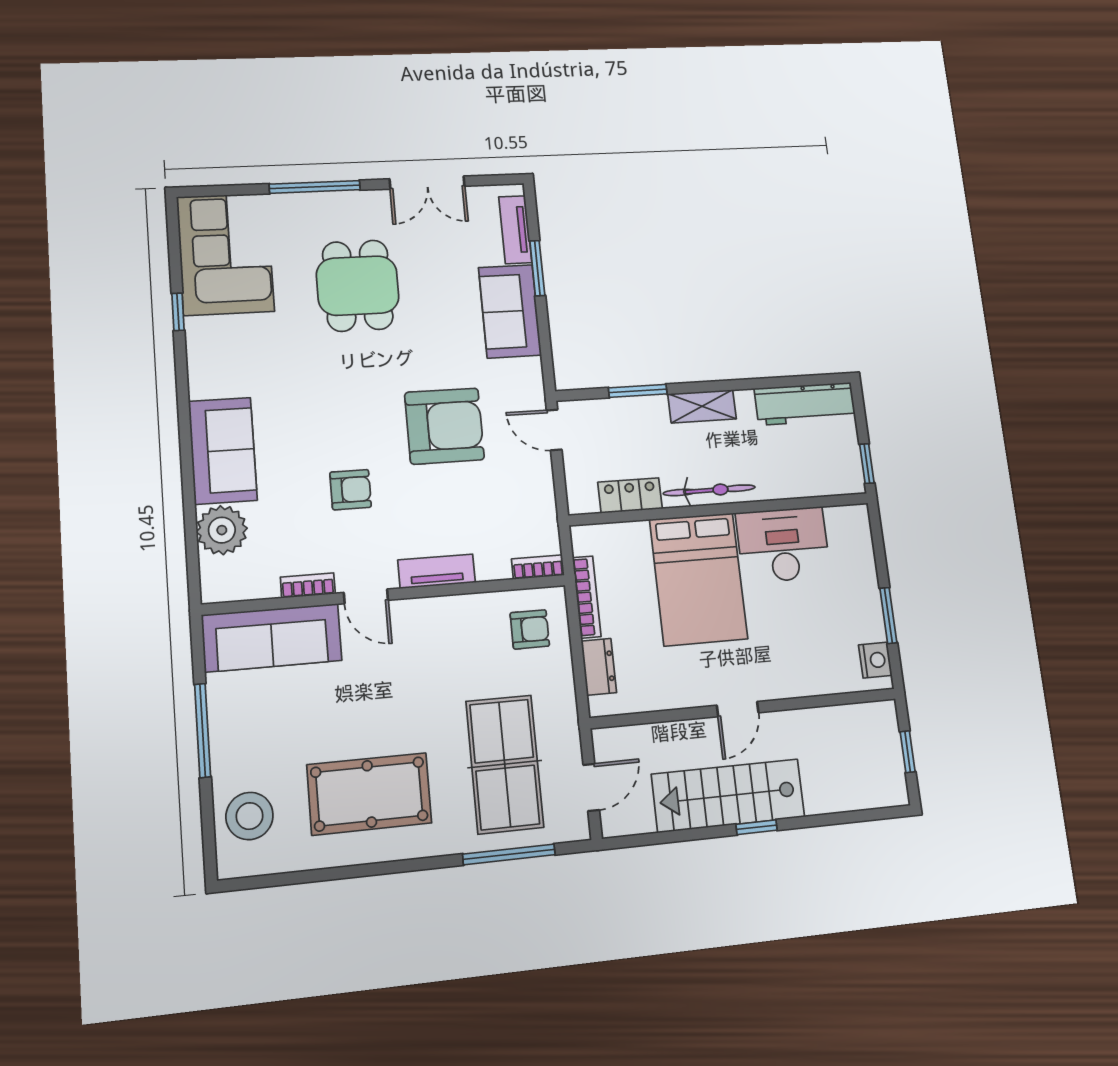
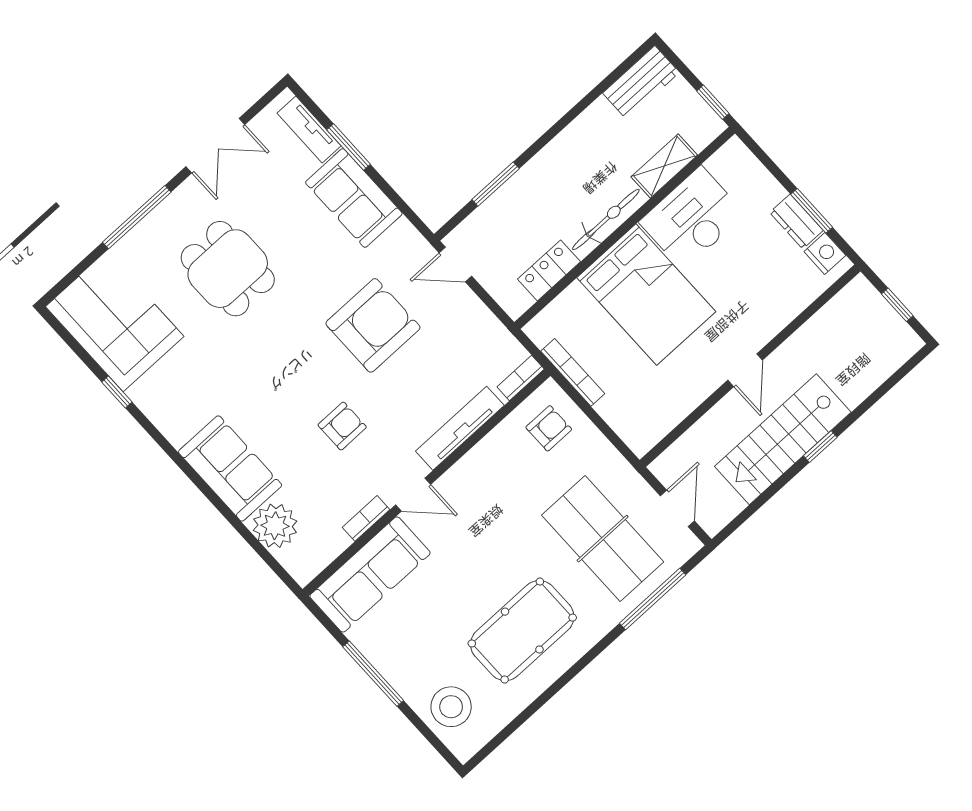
workbench: (805, 404) -> (641, 83), width x0.73
shelving: (702, 406) -> (664, 166), moved
tv unit: (437, 571) -> (460, 428), width x1.41
dresser: (599, 667) -> (796, 222), moved, turned 180

